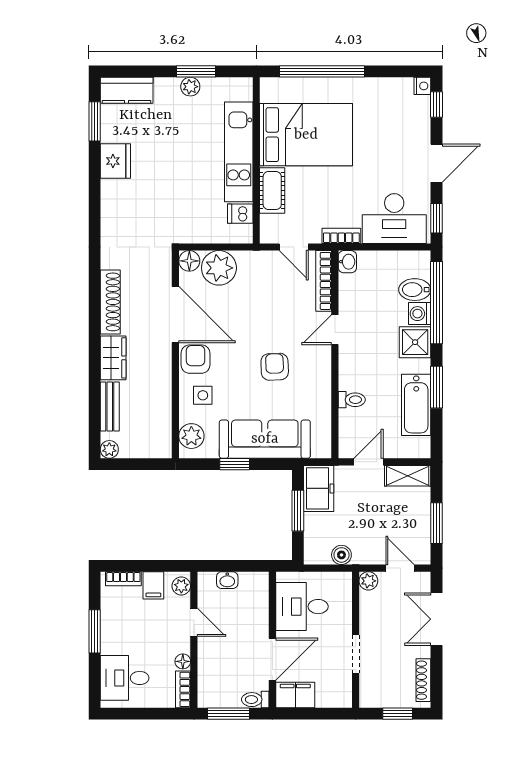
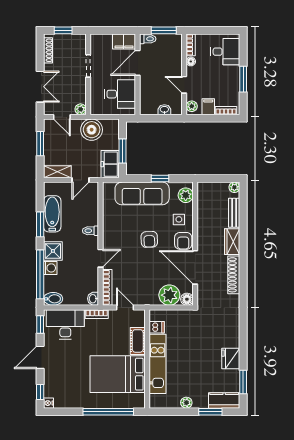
window: (196, 71) -> (210, 412), moved
bidet: (415, 290) -> (53, 299), moved
armchair: (275, 367) -> (149, 239), moved
toilet: (352, 400) -> (90, 231), moved
boiler: (341, 555) -> (92, 130), width x1.86, depth x1.86

